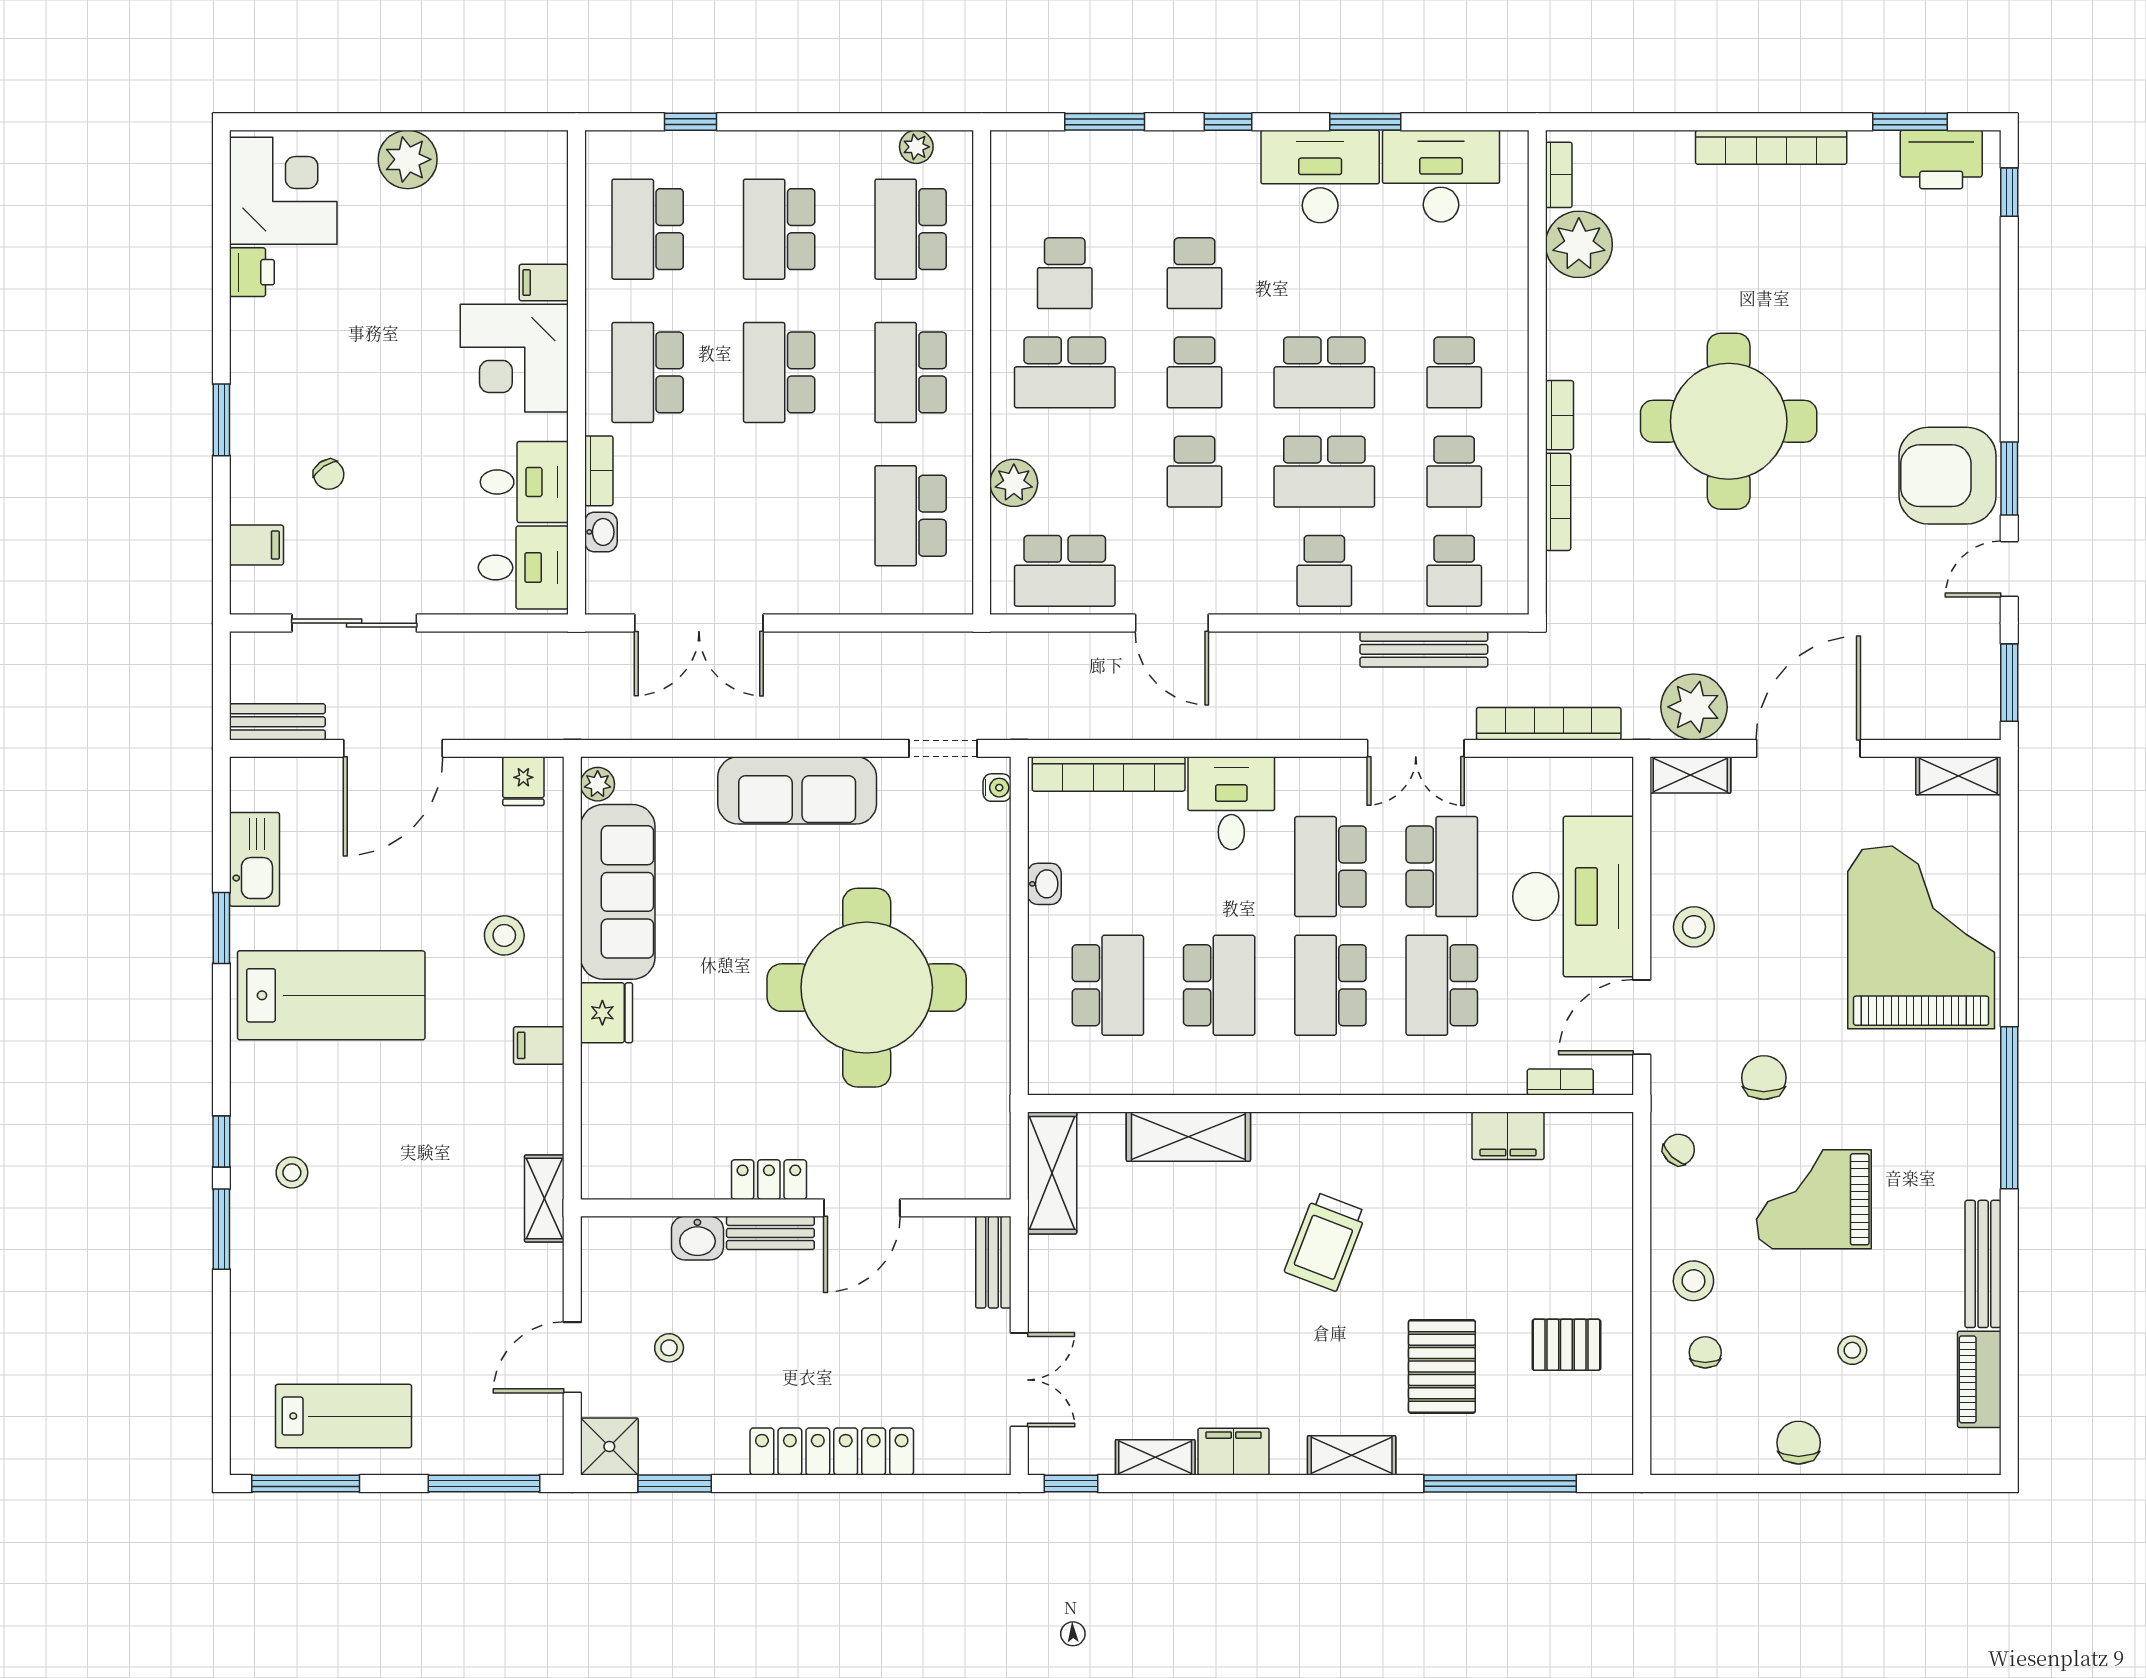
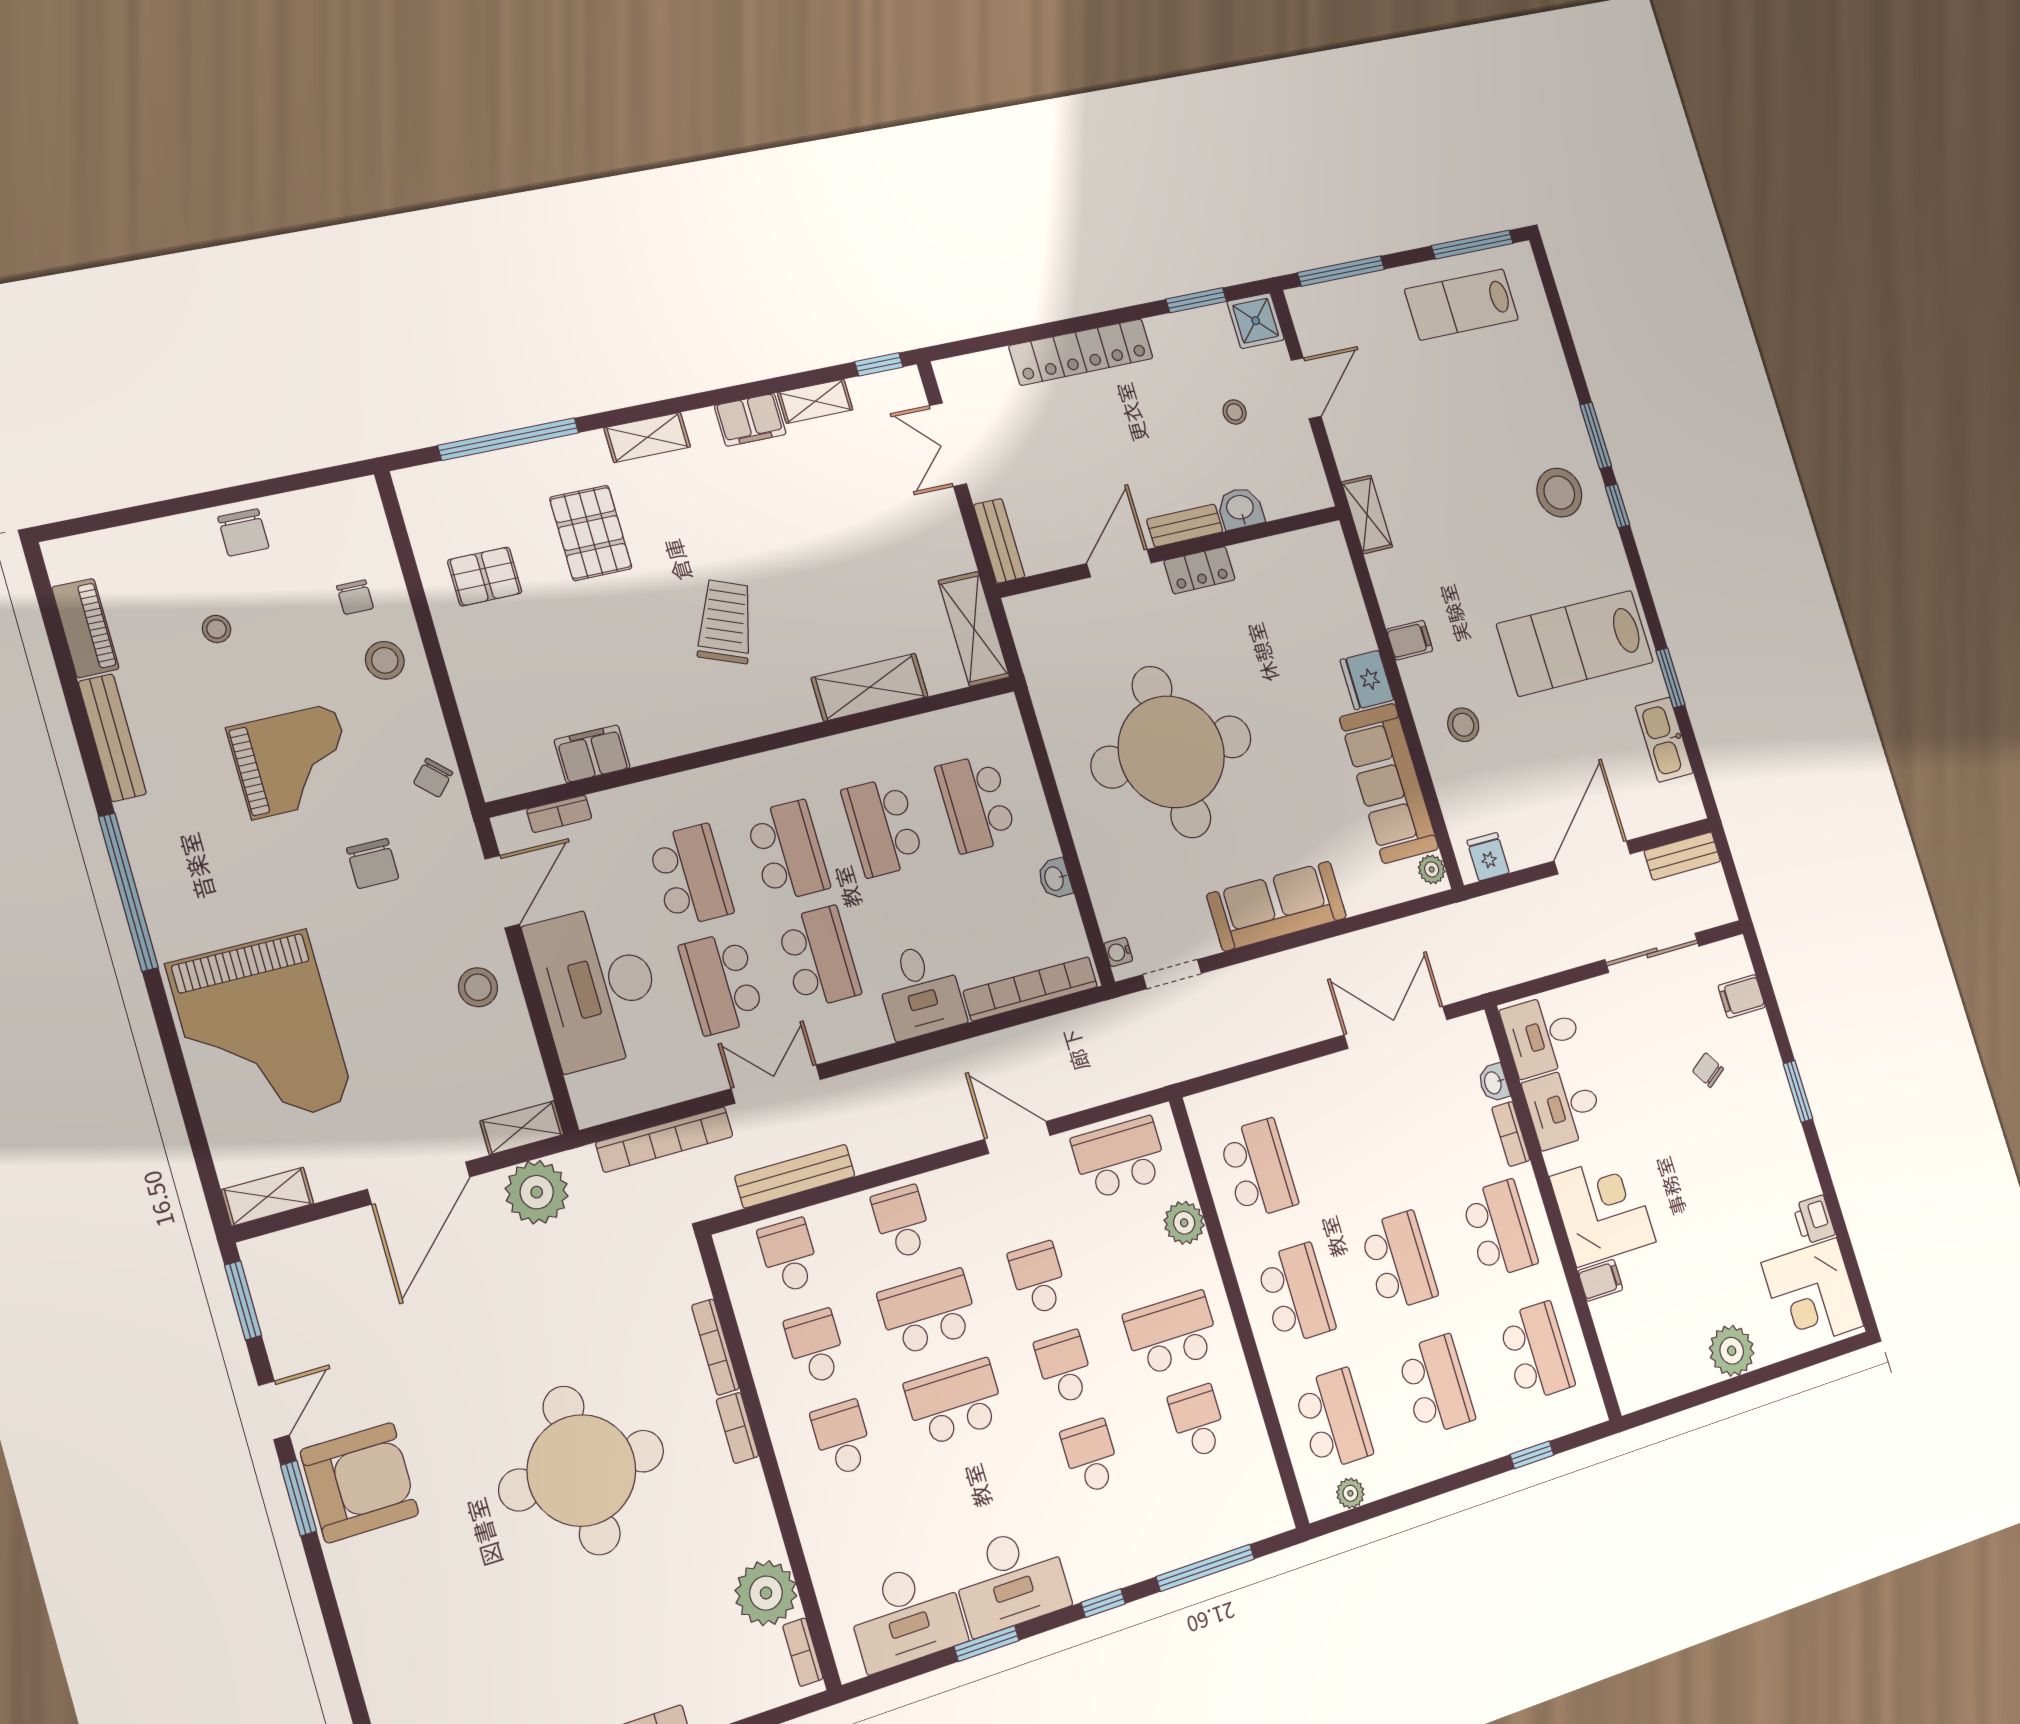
window: (1105, 122) -> (1205, 1568), width x1.44
stool: (292, 1173) -> (1559, 493), width x1.89, depth x1.89

